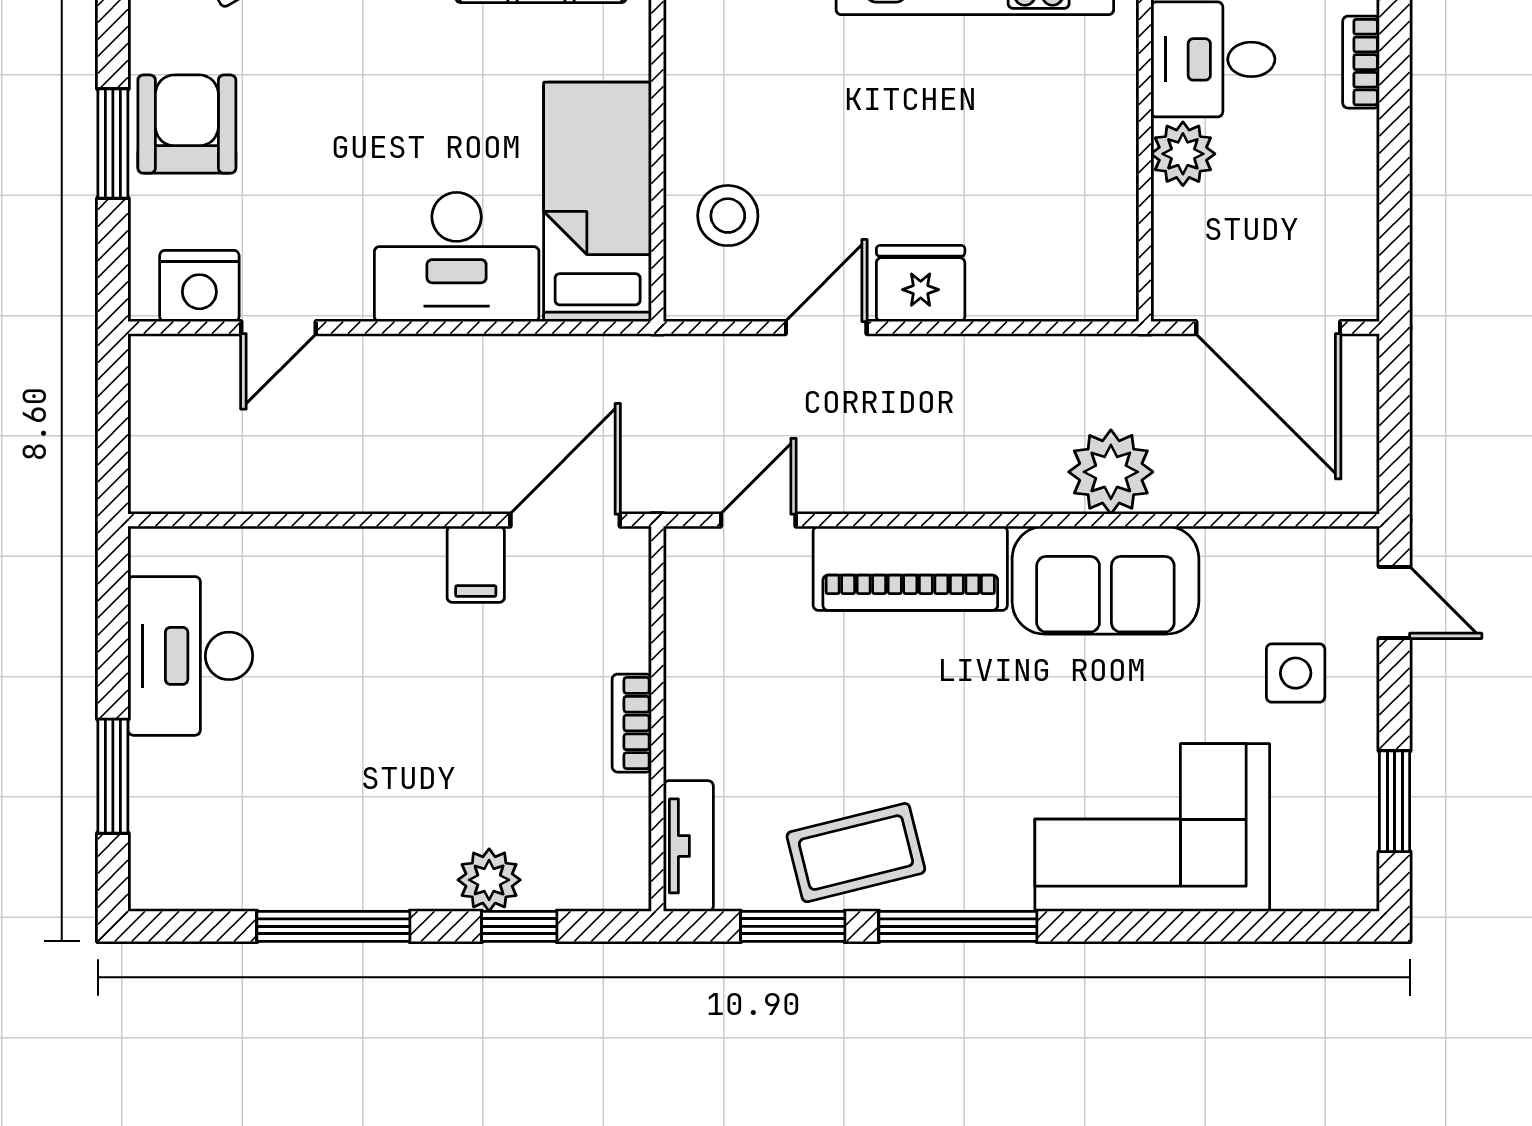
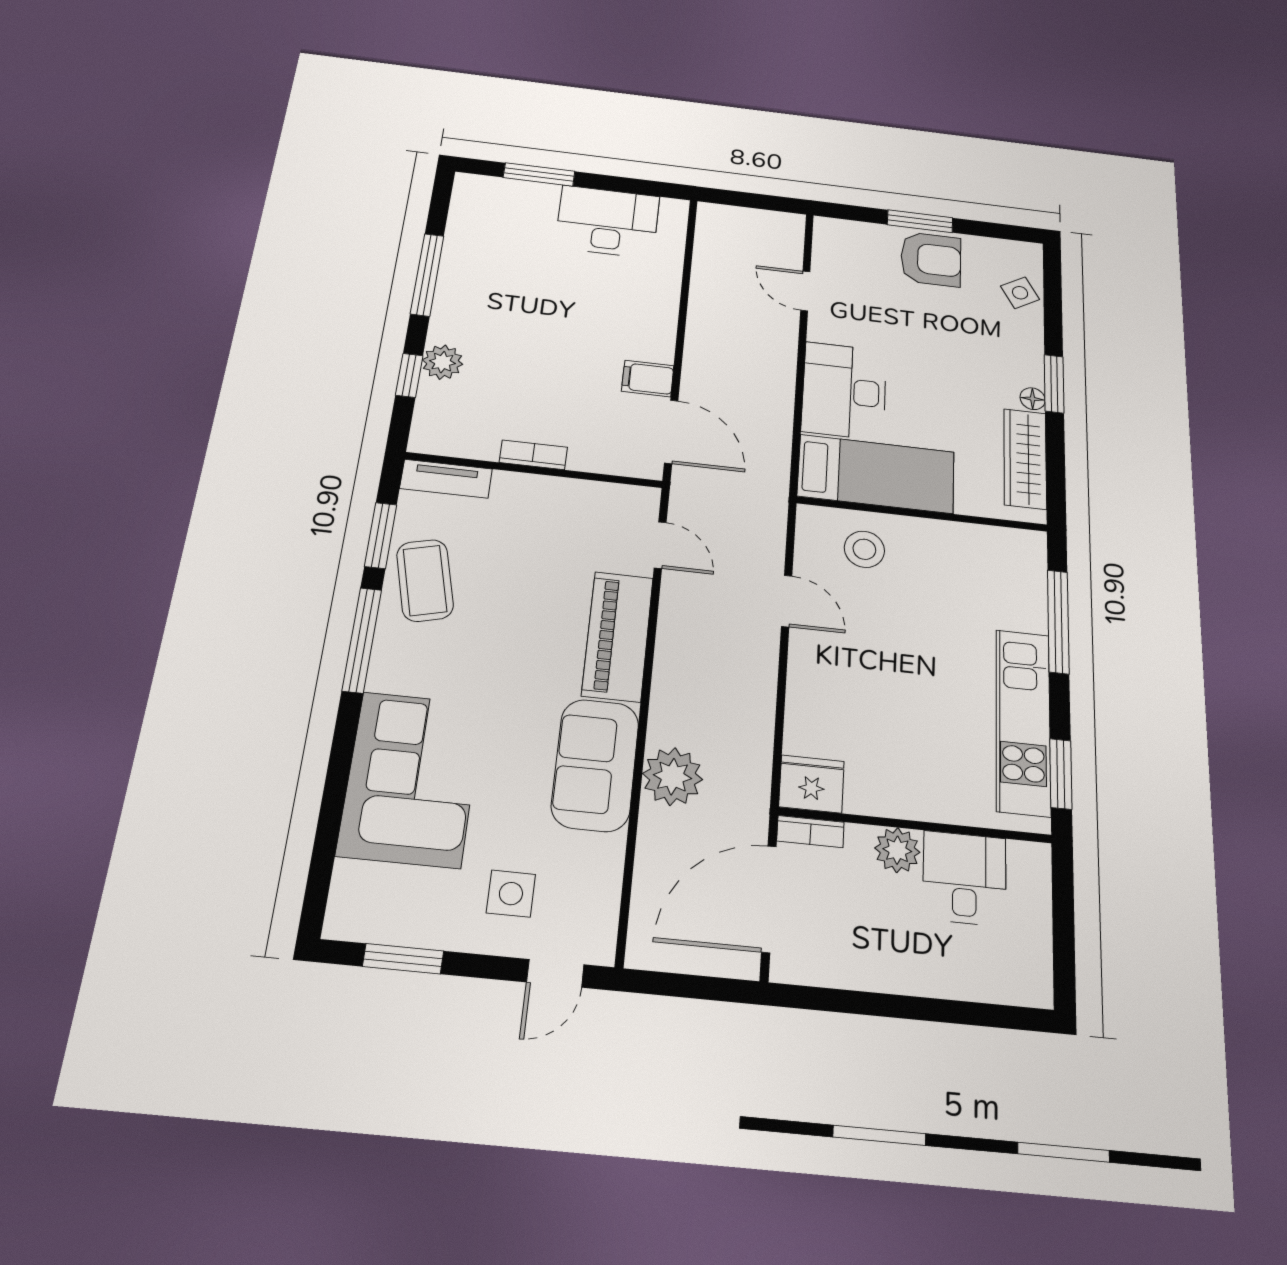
bookcase: (1361, 62) -> (810, 832), moved, turned 180
fridge: (921, 284) -> (812, 784), moved, turned -90
nightstand: (199, 286) -> (833, 254), removed

